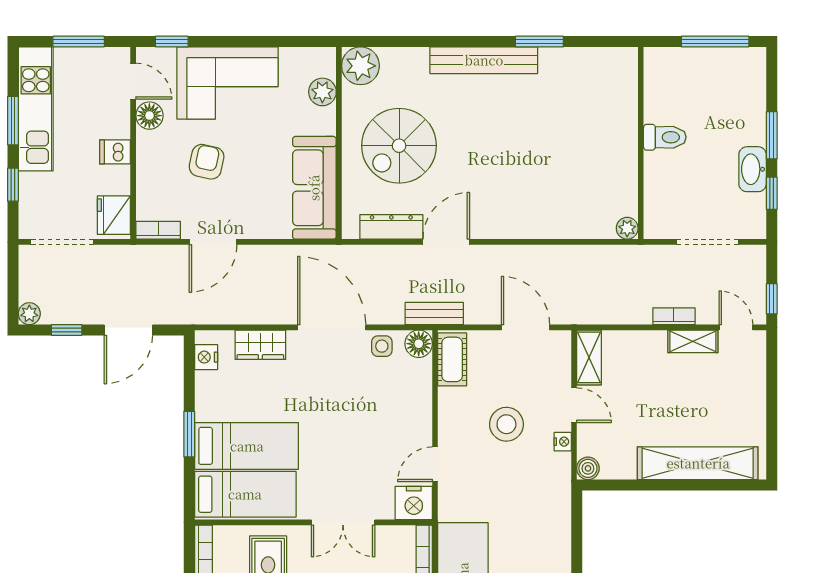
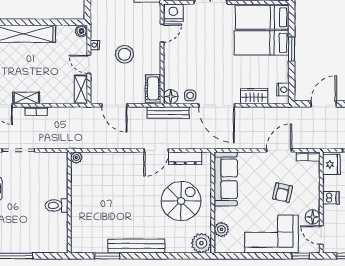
toilet: (665, 137) -> (56, 205), moved
wall: (641, 143) -> (69, 202), moved
plant: (627, 228) -> (76, 158), moved
bench: (434, 314) -> (168, 113), width x1.36

